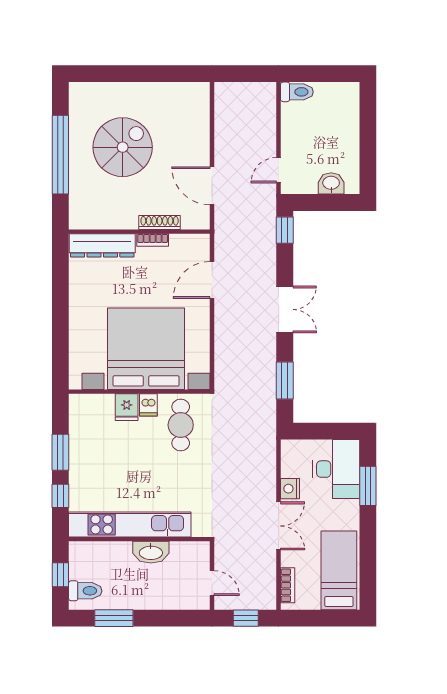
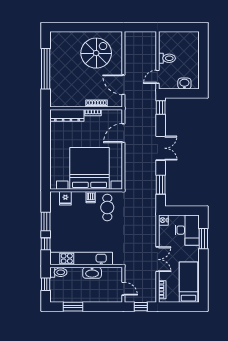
toilet: (297, 92) -> (167, 58), moved
spiral stairs: (123, 147) -> (96, 53), moved
fridge: (127, 407) -> (65, 198), moved
nightstand: (290, 489) -> (163, 220), moved
toilet: (85, 591) -> (58, 272), moved

